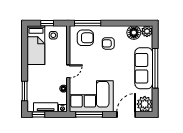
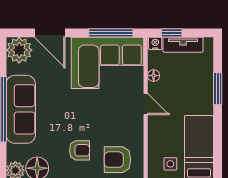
door: (68, 71) -> (146, 104), swing flipped
window: (25, 91) -> (218, 89), moved
window: (39, 114) -> (172, 33), moved
door: (126, 114) -> (50, 33), hinge flipped

